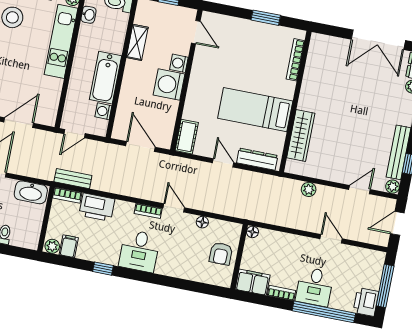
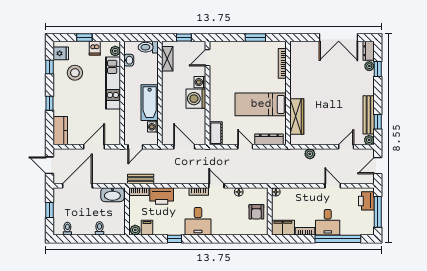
door: (196, 32) -> (207, 58), swing flipped
shelving: (137, 42) -> (167, 59), moved
printer: (366, 302) -> (366, 201), moved

